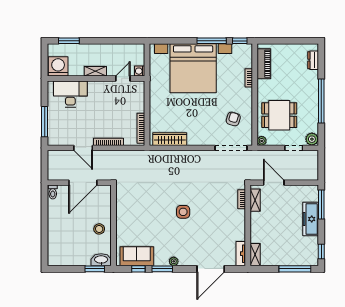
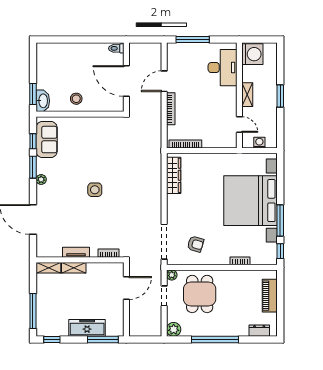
window: (69, 41) -> (280, 96), moved
piano: (264, 64) -> (270, 296), moved, turned 90
washing machine: (140, 71) -> (259, 143), moved
doorway: (294, 148) -> (164, 296), moved
shelving: (255, 200) -> (74, 268), moved
tv unit: (241, 254) -> (76, 252), moved

